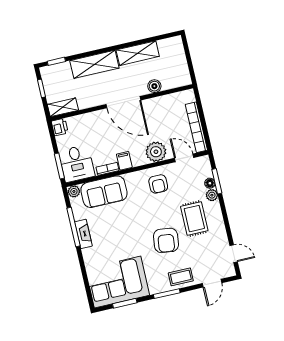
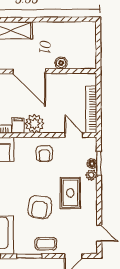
shelving: (138, 53) -> (53, 29), removed
plant: (156, 152) -> (34, 124), moved

